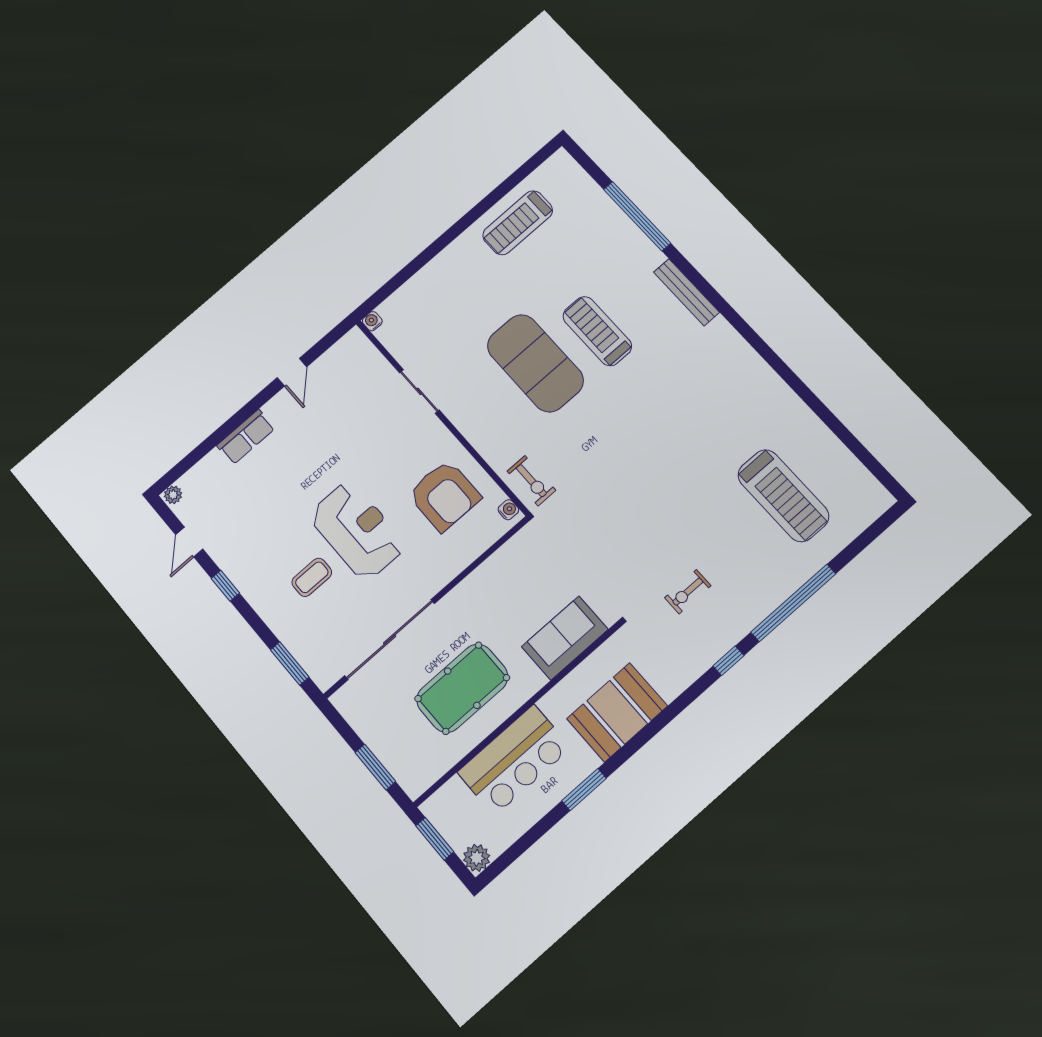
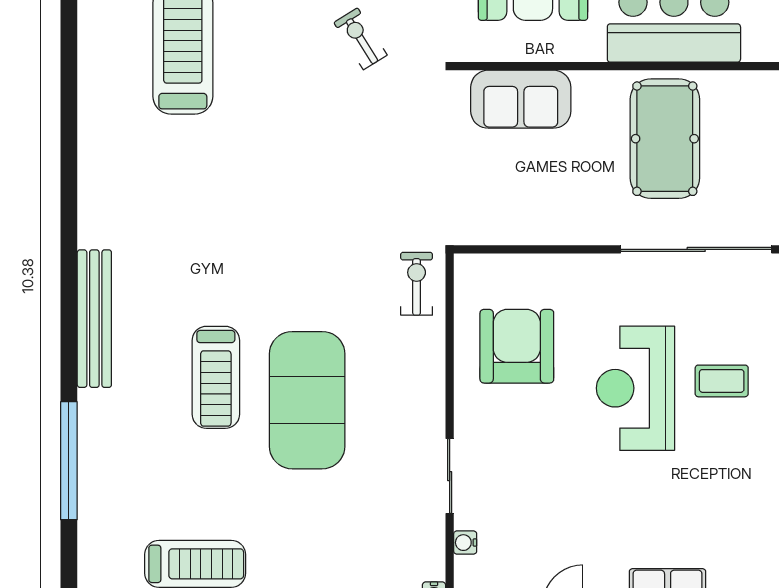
bench: (686, 292) -> (94, 319), width x1.37, depth x1.21
water cooler: (508, 510) -> (465, 543), moved
exercise bike: (688, 592) -> (360, 39), turned -122
pool table: (462, 688) -> (665, 139), turned 90

